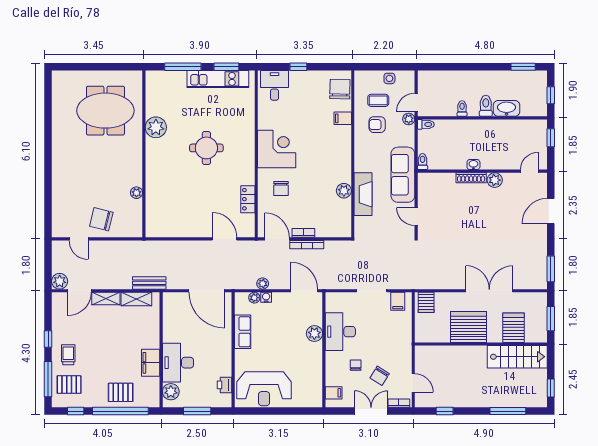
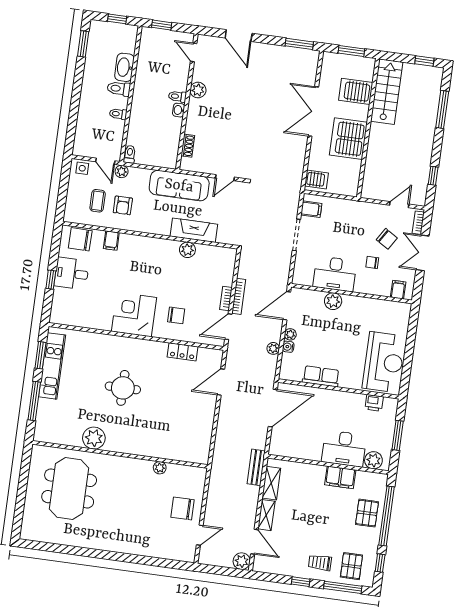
side table: (389, 78) -> (82, 168), moved
desk: (274, 85) -> (72, 273), moved
toilet: (423, 162) -> (177, 96), moved
shoe rack: (471, 178) -> (188, 146), moved, width x0.70
chair: (101, 219) -> (183, 508), turned 76
plant: (254, 298) -> (290, 334), moved

